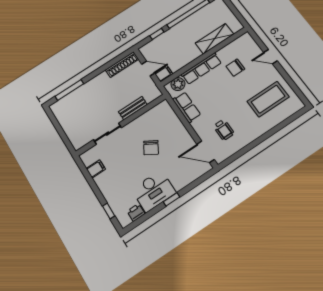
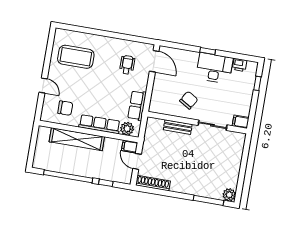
shelving: (214, 39) -> (77, 139), width x1.47
chair: (235, 68) -> (65, 108), moved
plant: (57, 108) -> (229, 195), added
bench: (133, 108) -> (178, 127), moved
wall: (121, 125) -> (197, 123), moved
sliding door: (108, 134) -> (212, 125), moved

